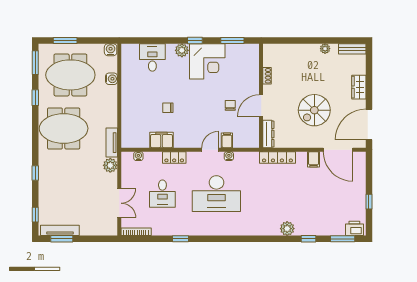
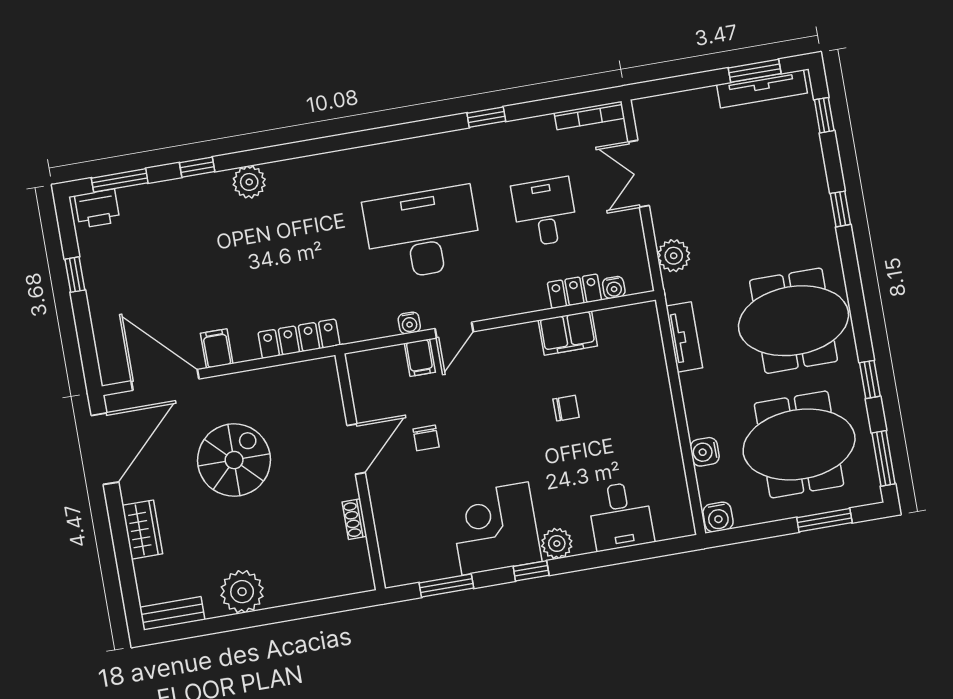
plant: (325, 49) -> (242, 592), width x1.88, depth x1.88
dresser: (268, 134) -> (329, 388), removed
tv unit: (112, 143) -> (684, 337), moved
locker: (174, 157) -> (574, 291), moved

